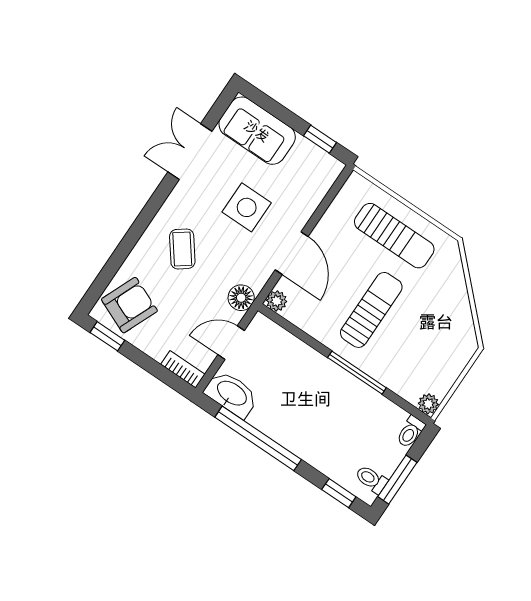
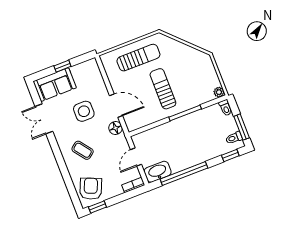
window: (320, 139) -> (62, 66), moved
floor lamp: (241, 298) -> (116, 128), moved
plant: (277, 301) -> (132, 126), removed

